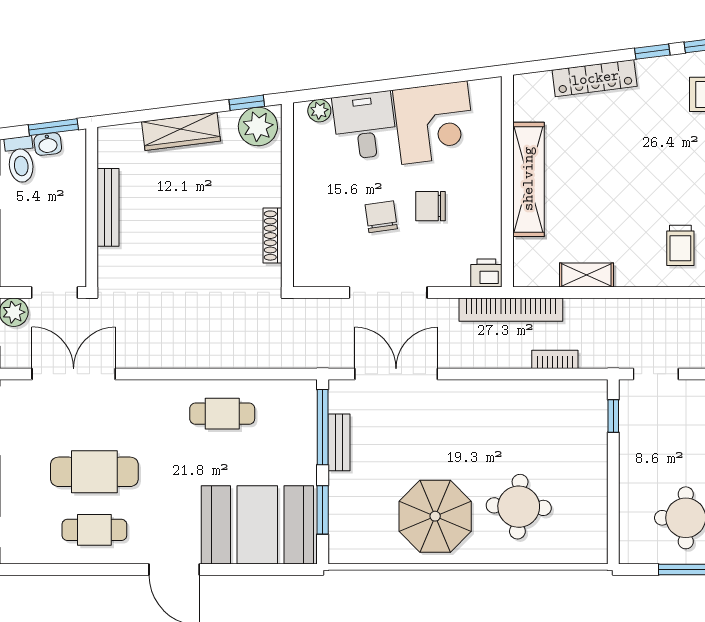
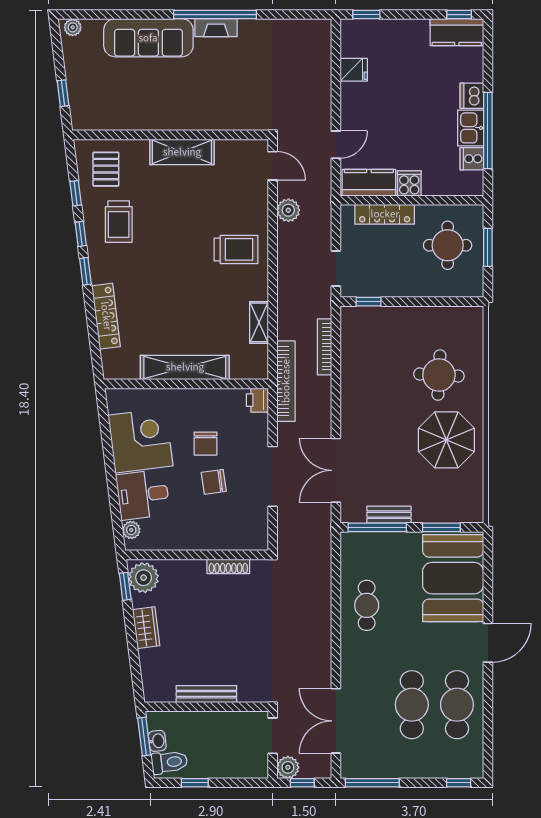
wardrobe: (181, 131) -> (146, 628), width x0.67
trolley: (680, 245) -> (236, 249), width x1.36, depth x1.39
bookcase: (555, 359) -> (324, 347), width x1.56
cafe table: (94, 530) -> (457, 705), width x1.37, depth x1.35

